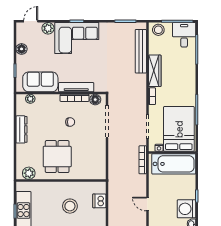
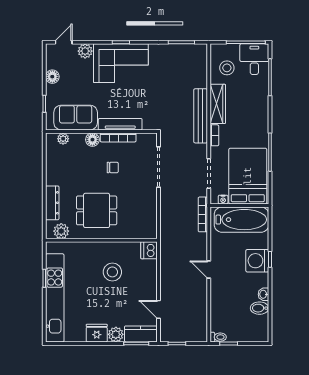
stool: (158, 30) -> (227, 68), moved
bench: (141, 51) -> (201, 116), moved
floor lamp: (95, 100) -> (92, 140), moved
dresser: (21, 129) -> (52, 203), moved
dining table: (57, 157) -> (97, 210), turned 90
dishwasher: (99, 201) -> (149, 250), moved
washing machine: (186, 209) -> (257, 261), moved

